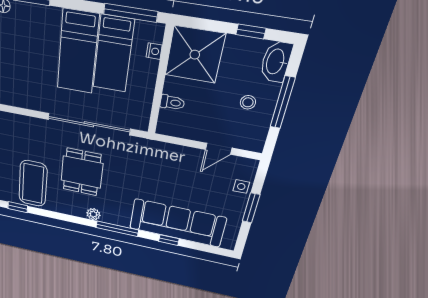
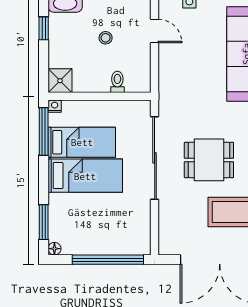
nightstand: (154, 51) -> (55, 106), moved
shower: (195, 55) -> (60, 81), width x0.54, depth x0.54
stool: (248, 102) -> (106, 38), moved

